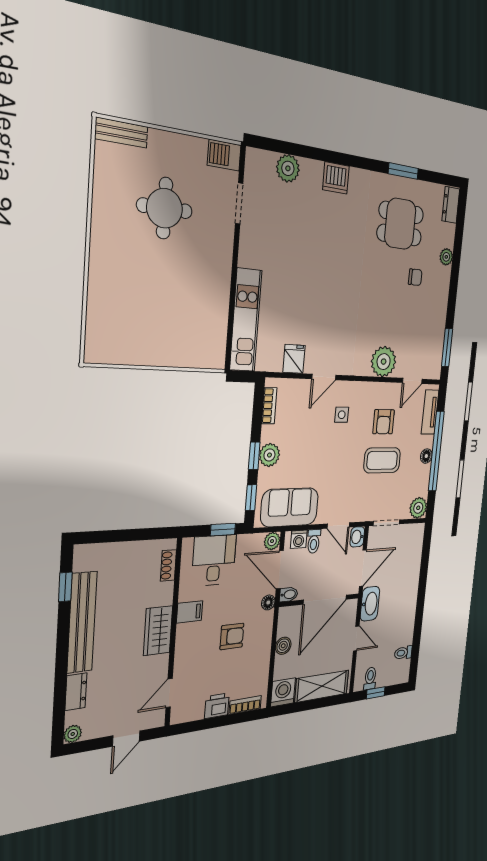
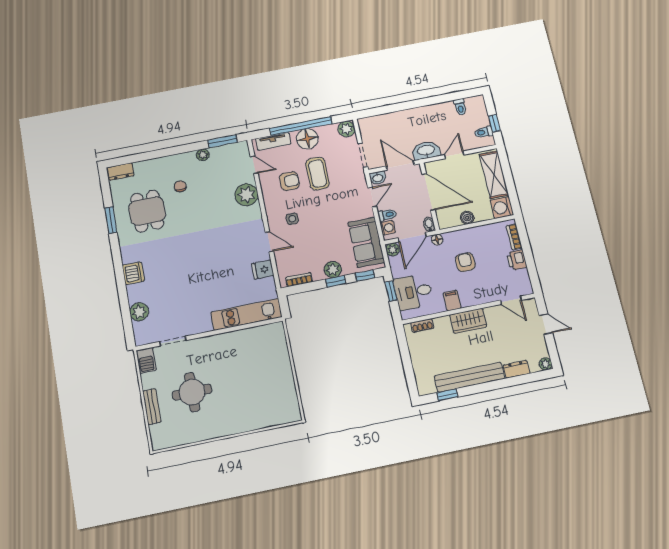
bench: (121, 133) -> (152, 407), moved
plant: (446, 257) -> (203, 155), moved
floor lamp: (426, 456) -> (307, 139), width x1.89, depth x1.89

